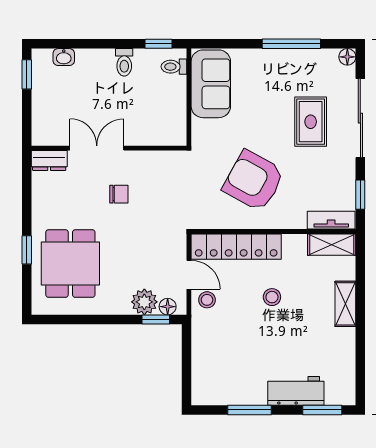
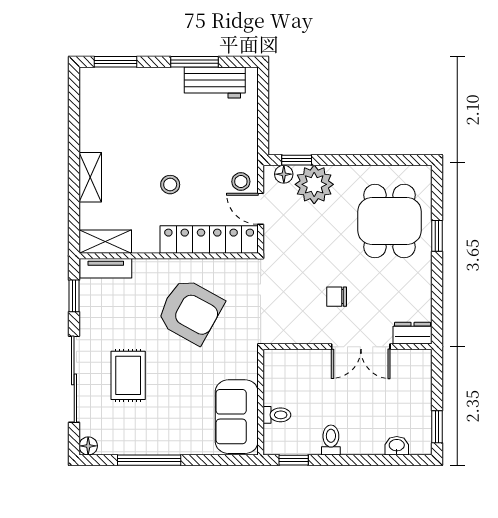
toilet: (174, 67) -> (277, 415), moved
plant: (144, 302) -> (314, 184), width x1.36, depth x1.36
workbench: (296, 391) -> (215, 82), moved

